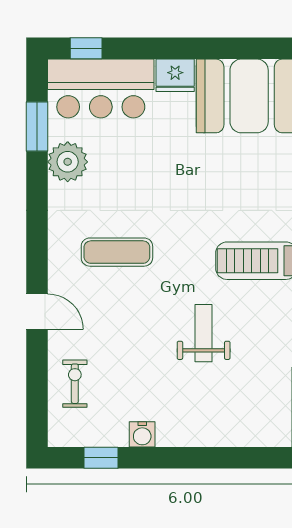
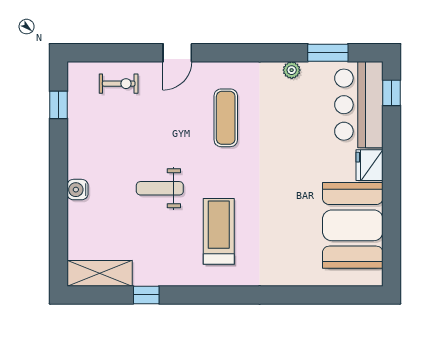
plant: (68, 162) -> (292, 70), width x0.53, depth x0.53
weight bench: (204, 333) -> (160, 188), turned 180
water cooler: (142, 434) -> (77, 190), moved

